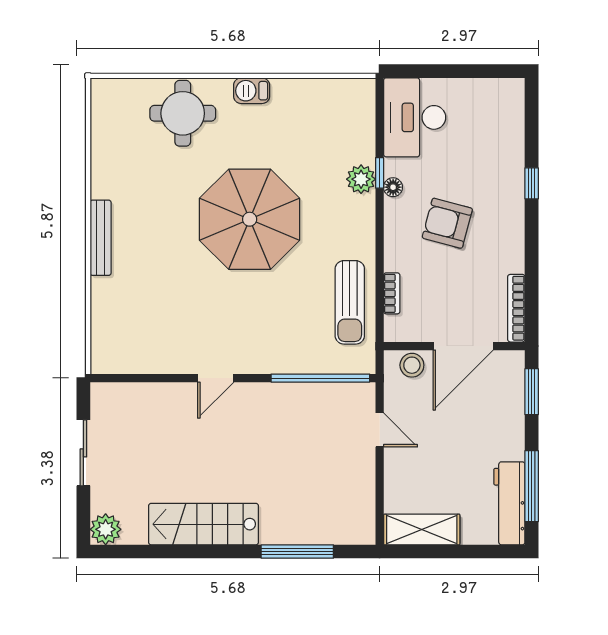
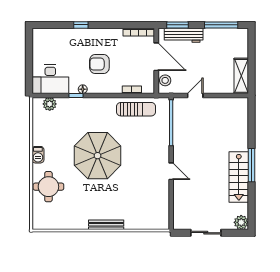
plant: (361, 179) -> (50, 104), moved
armchair: (447, 223) -> (99, 64), turned 75
workbench: (509, 503) -> (184, 35), moved
window: (297, 551) -> (251, 165), moved

